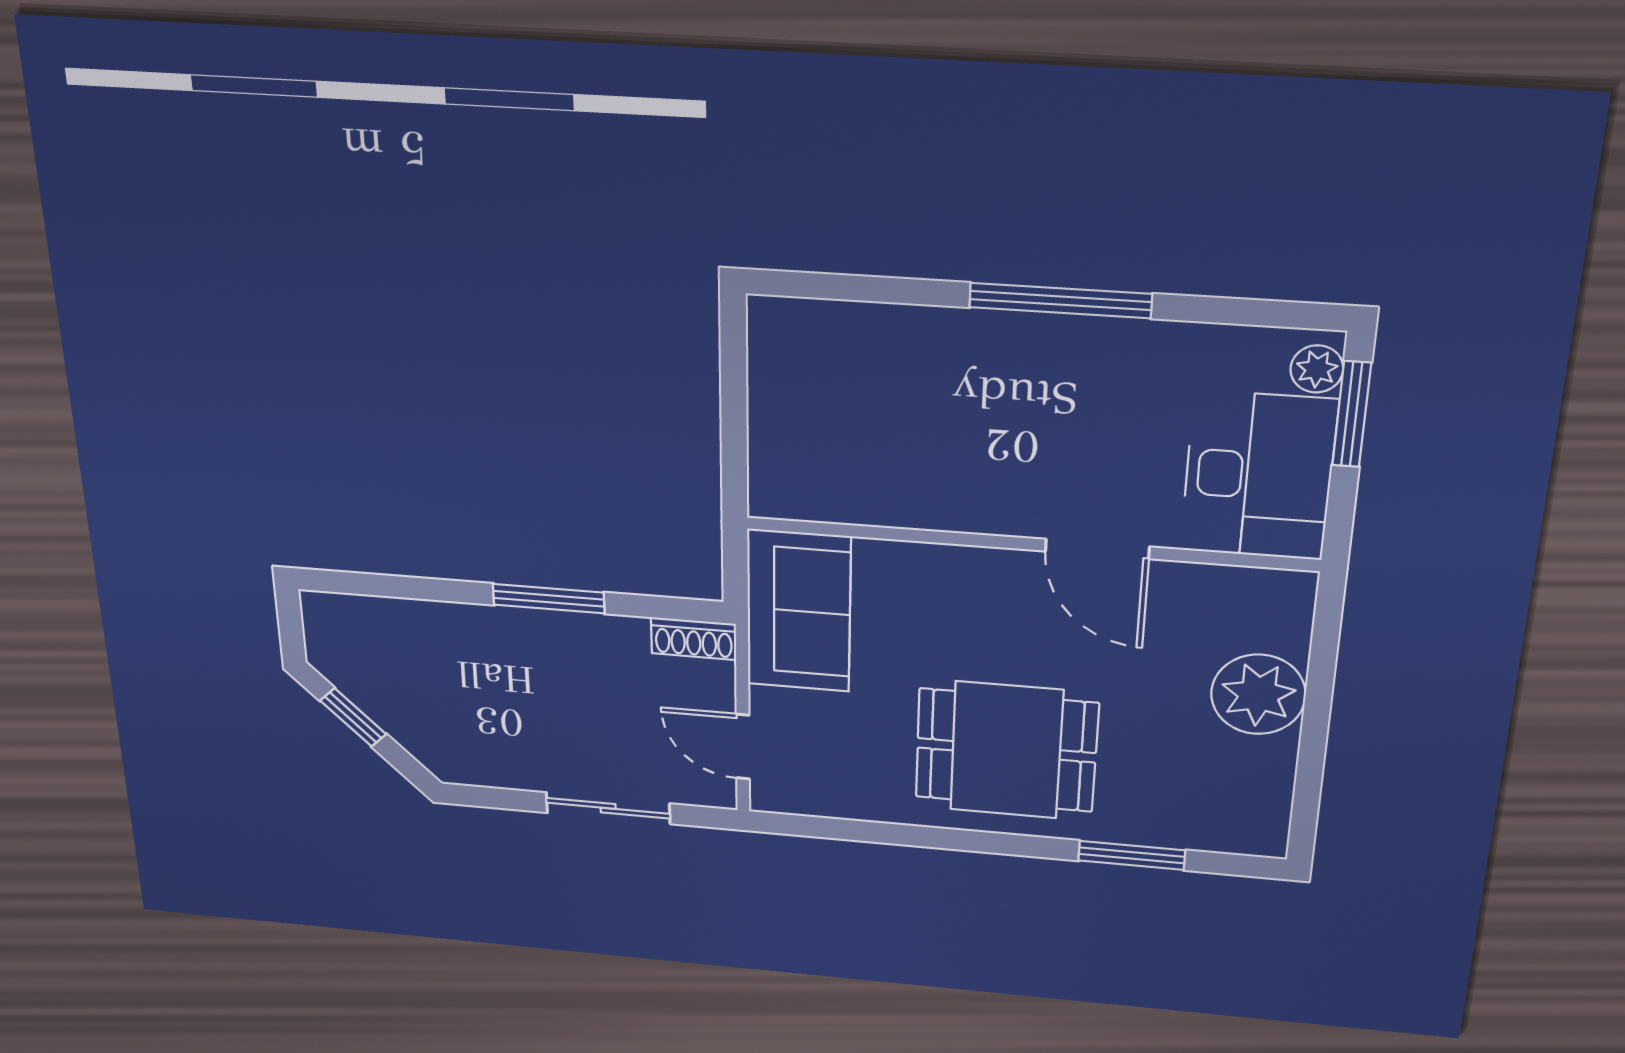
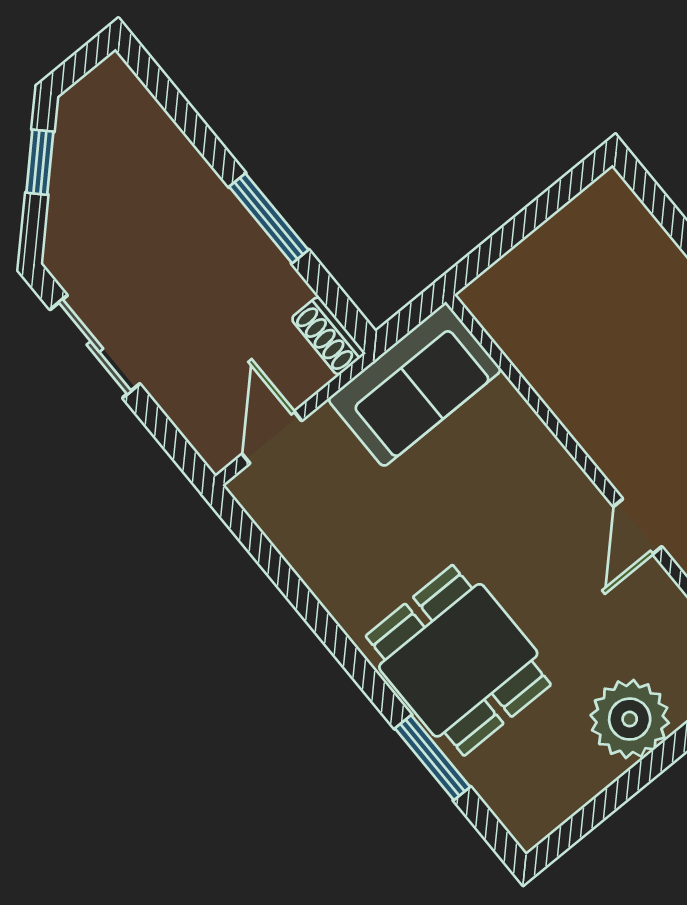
door: (1097, 549) -> (638, 527), width x0.73
dining table: (1006, 750) -> (458, 660), moved
sliding door: (608, 808) -> (95, 347), moved

